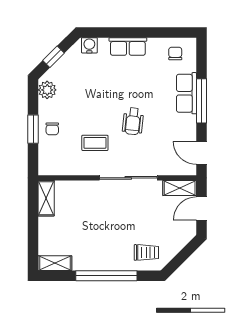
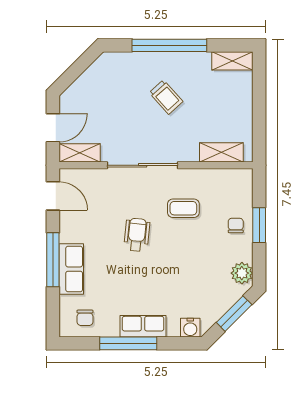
window: (140, 32) -> (128, 343), added
window: (54, 57) -> (234, 314), width x1.50
shelving: (46, 198) -> (221, 152), moved, turned 90
trolley: (146, 252) -> (166, 97), moved, turned -132

